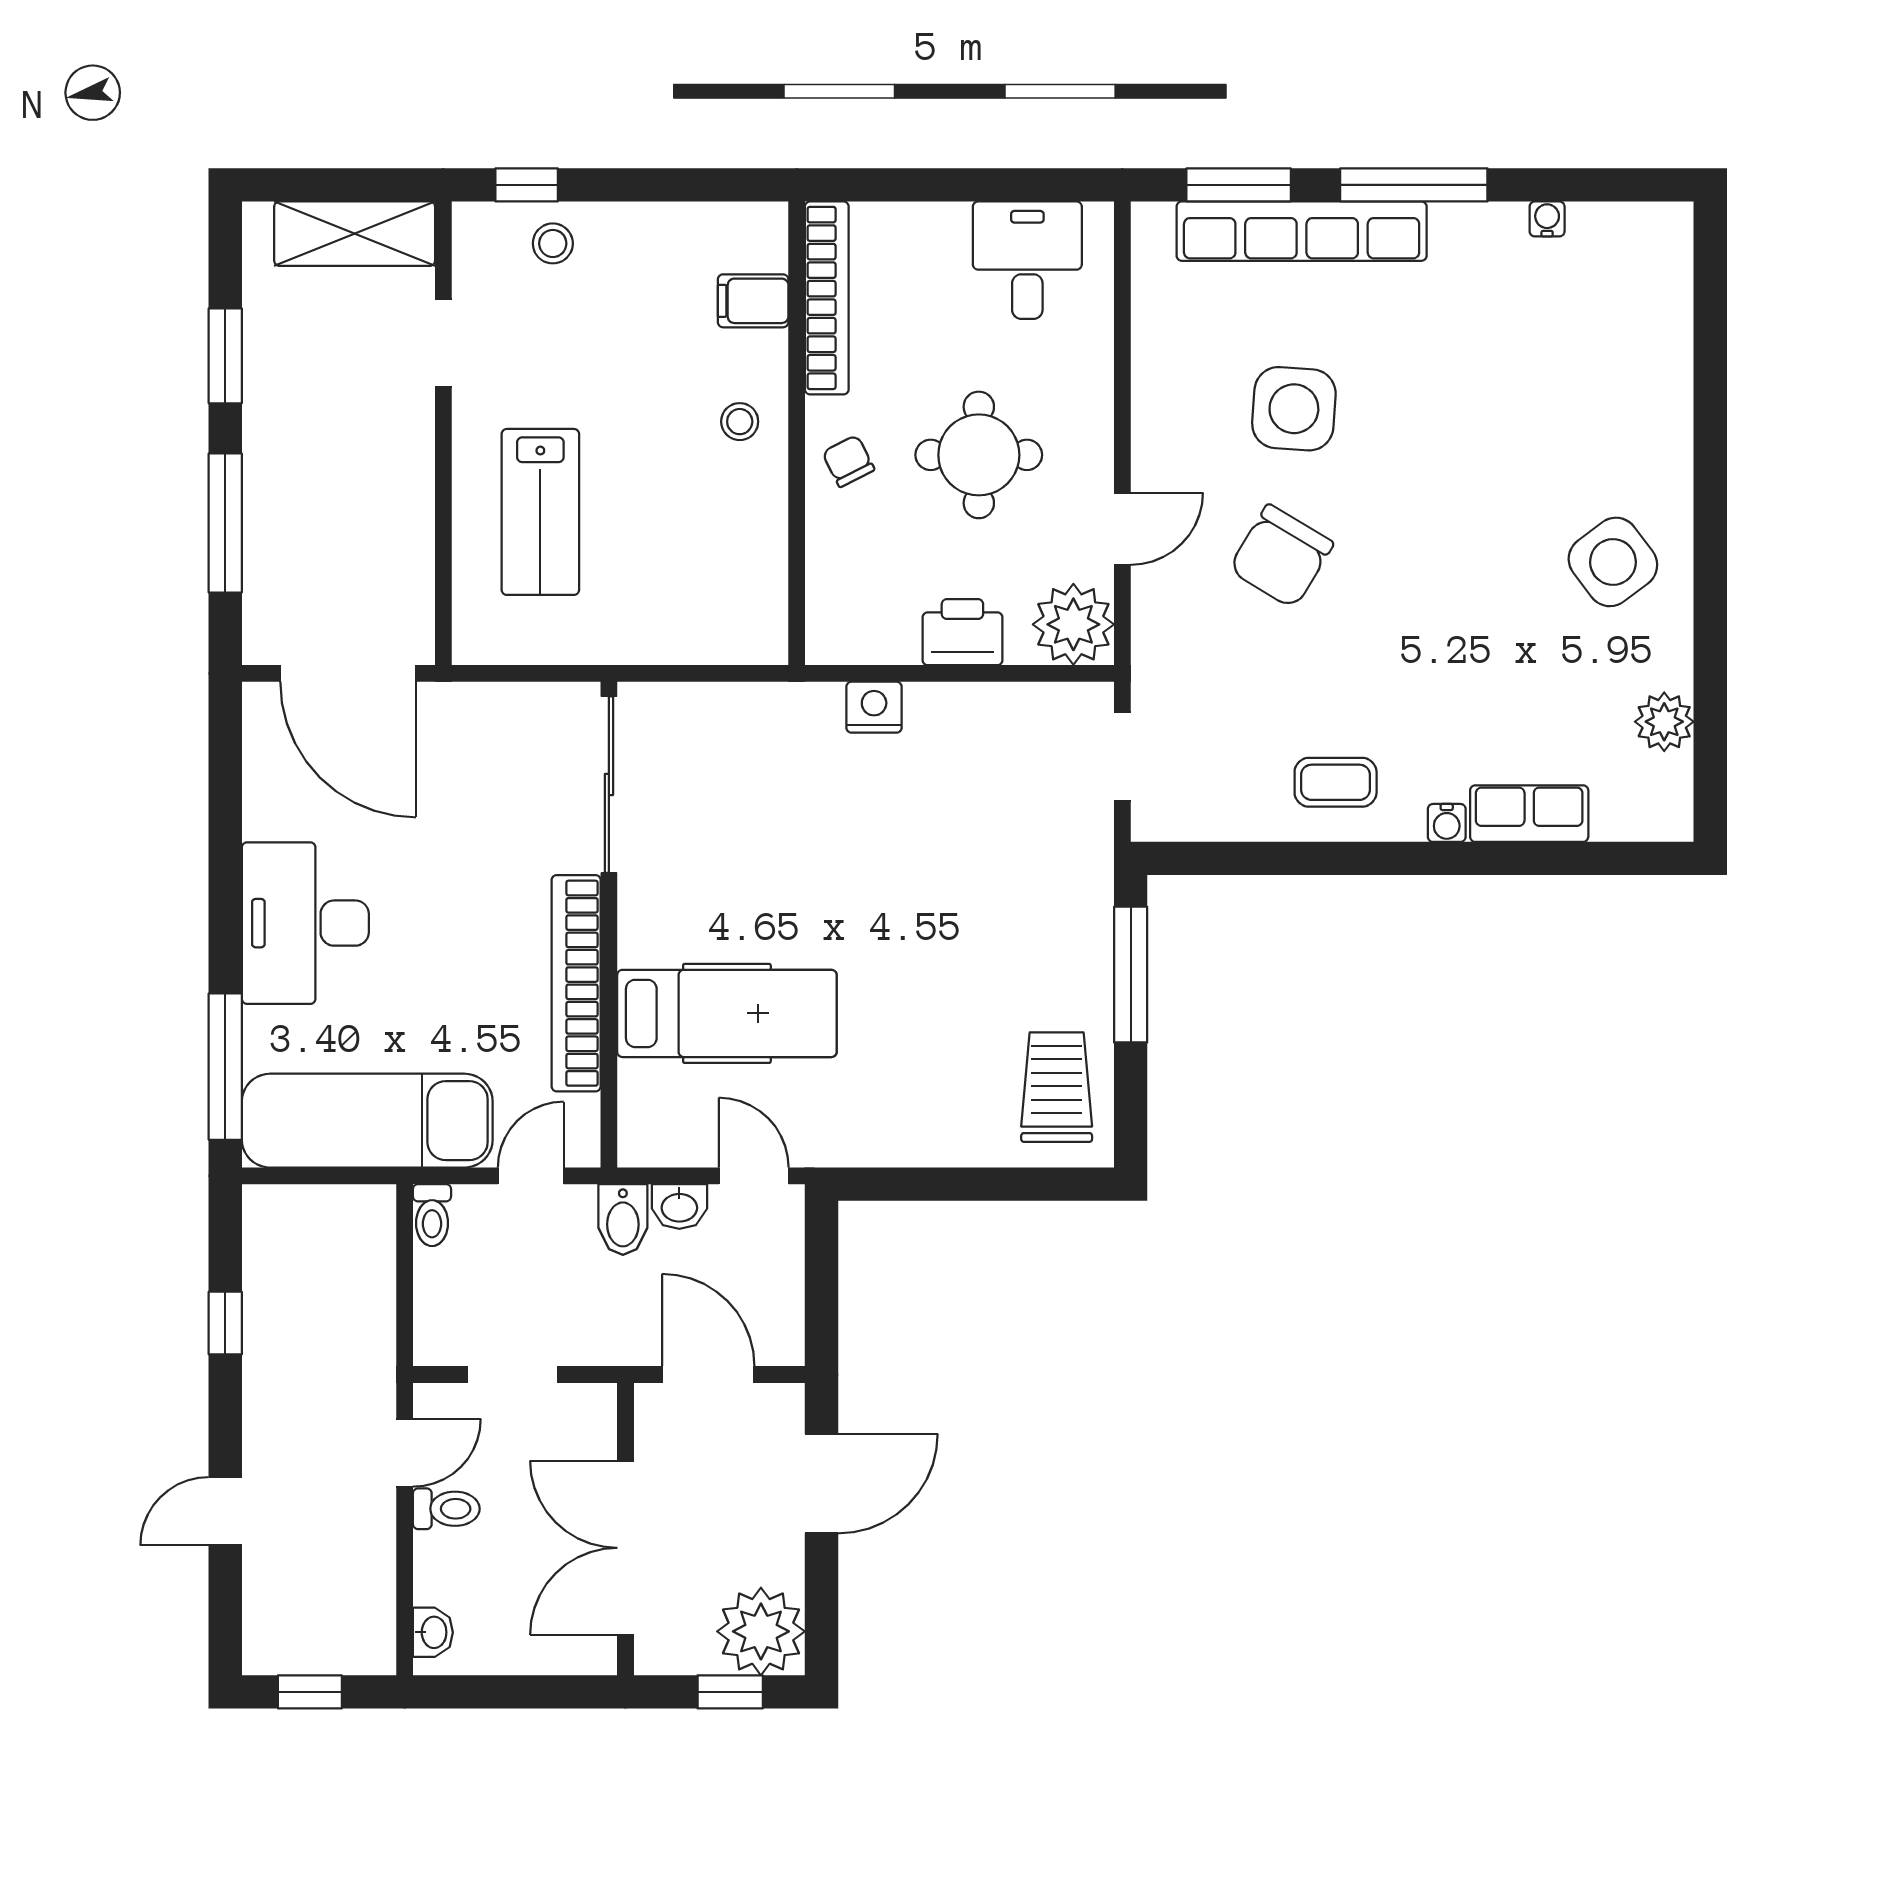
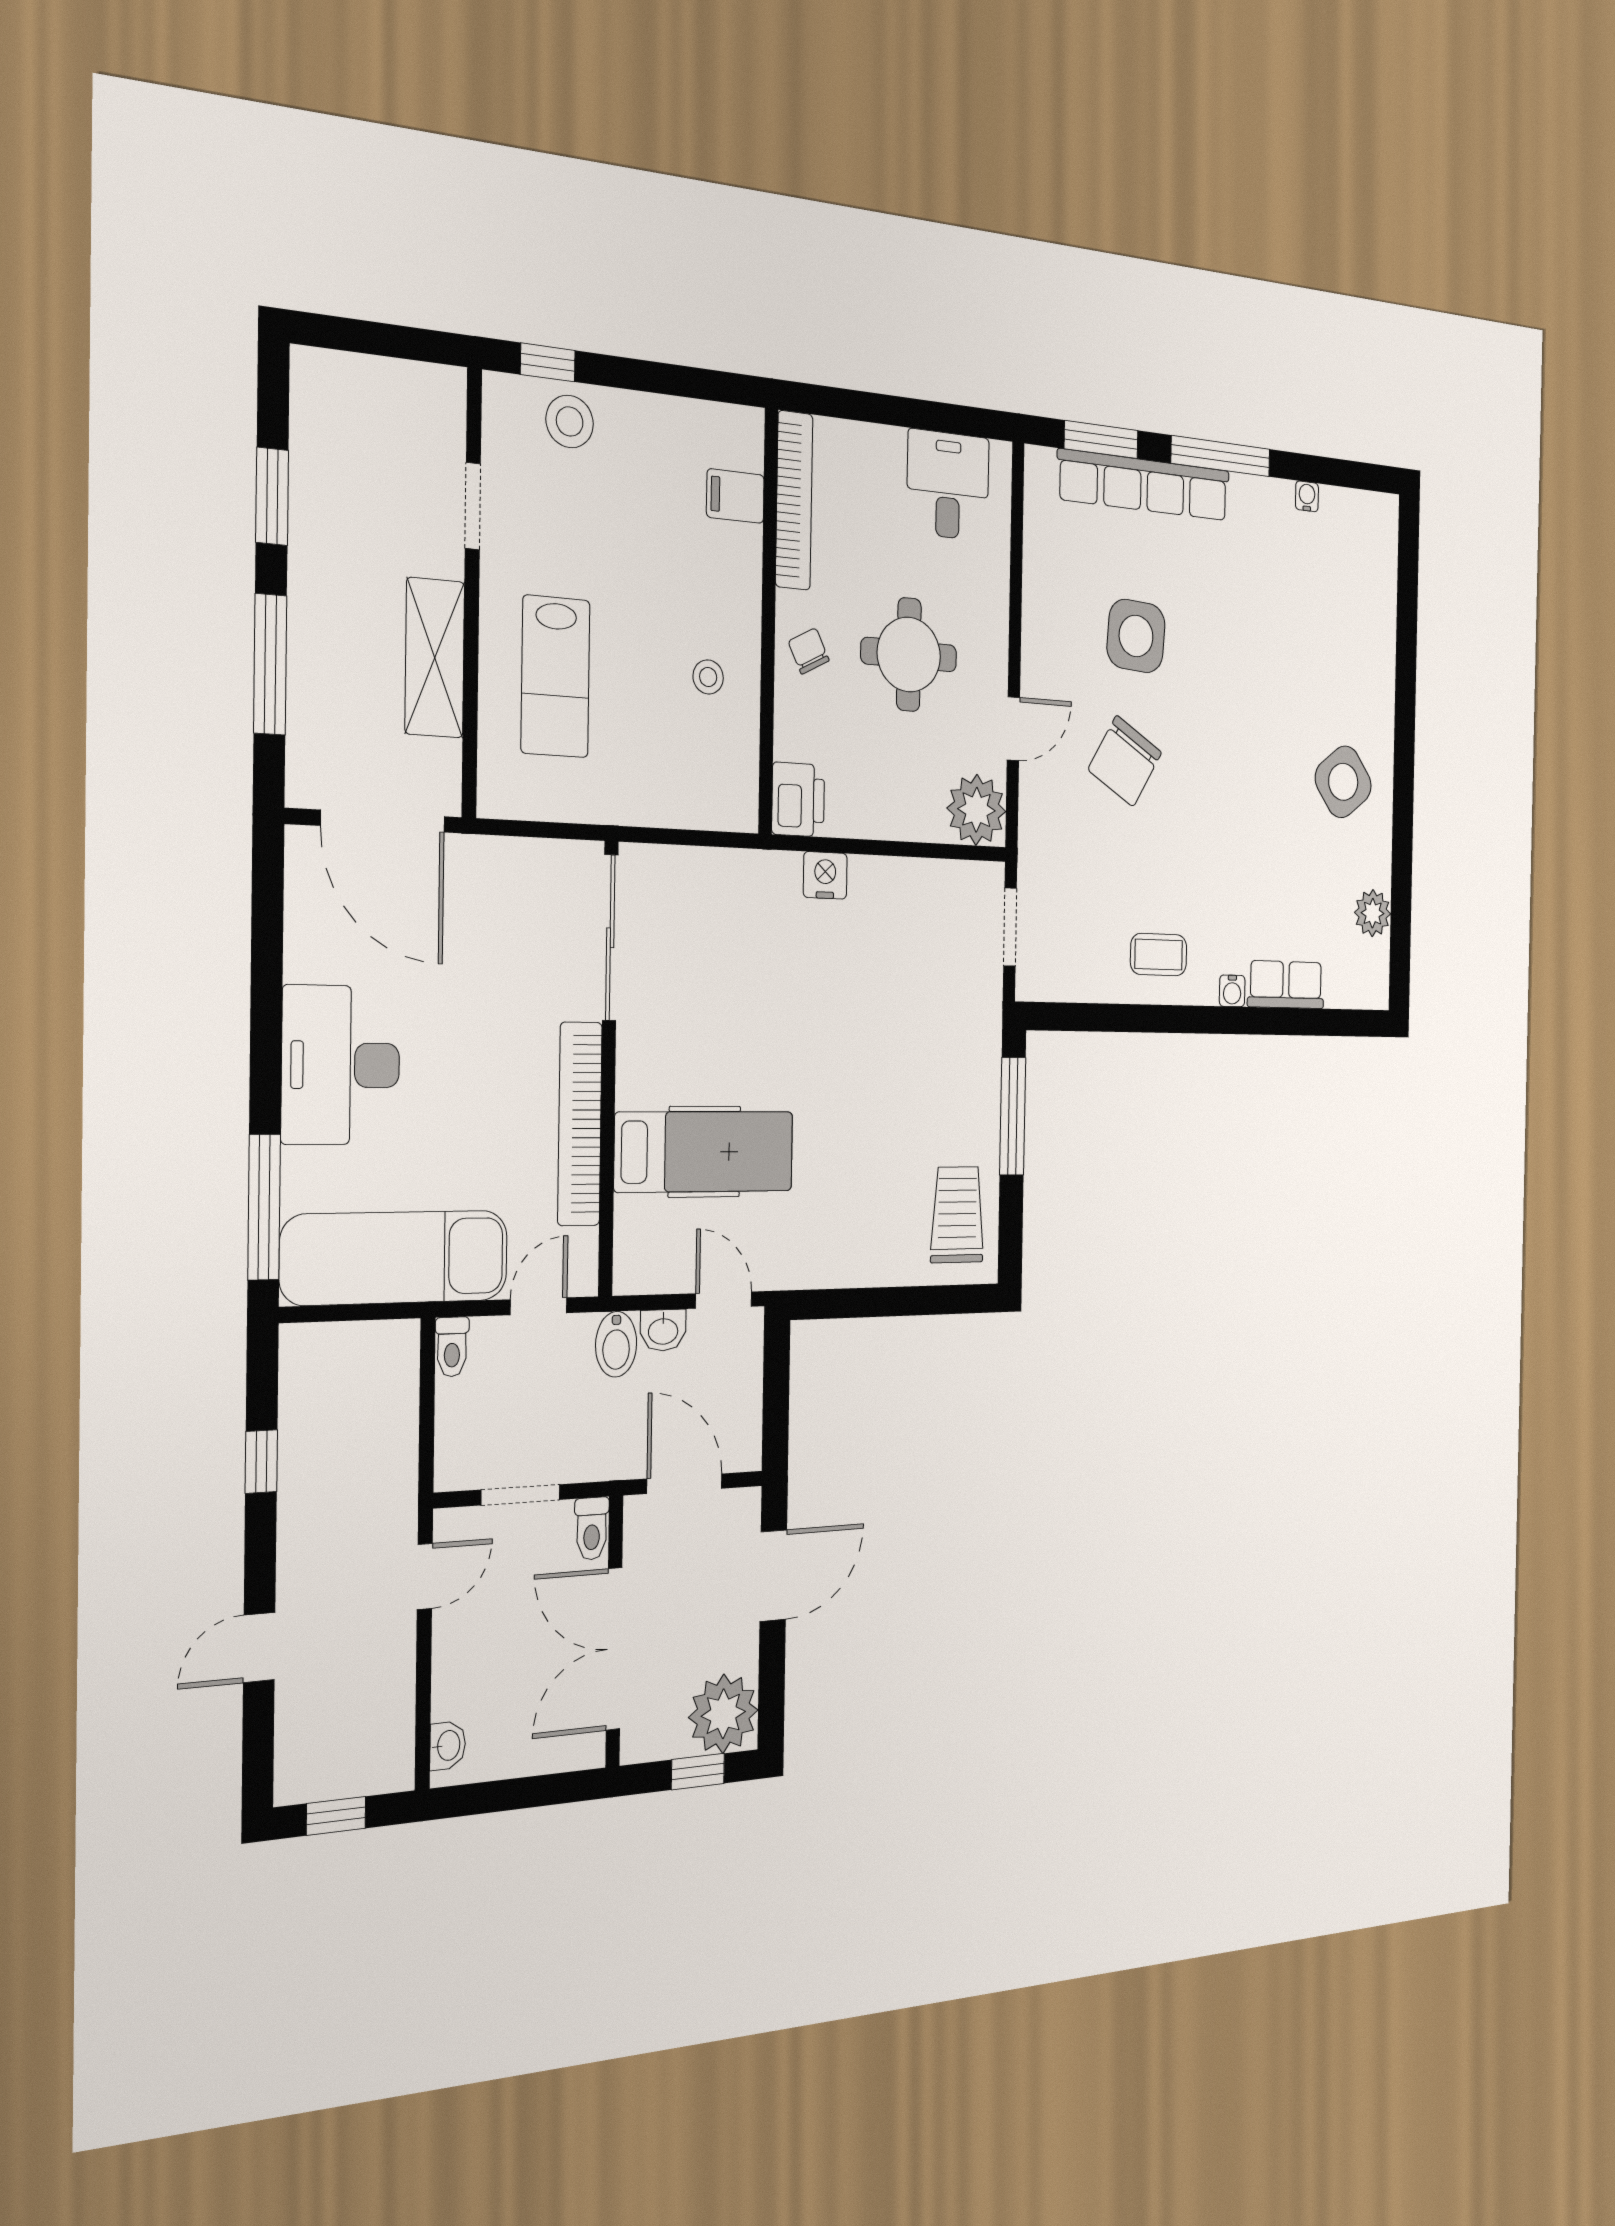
shelving: (355, 234) -> (435, 658), moved, turned 90
stool: (553, 243) -> (570, 421), width x1.37, depth x1.37
stool: (740, 422) -> (708, 677), moved
printer: (962, 632) -> (798, 800), moved, turned 90
toilet: (446, 1509) -> (592, 1529), moved, turned 90

